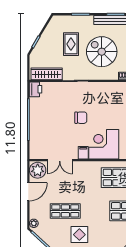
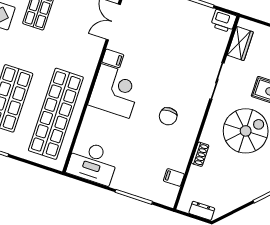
wardrobe: (47, 74) -> (240, 44), width x0.67
chair: (81, 118) -> (168, 116), moved

